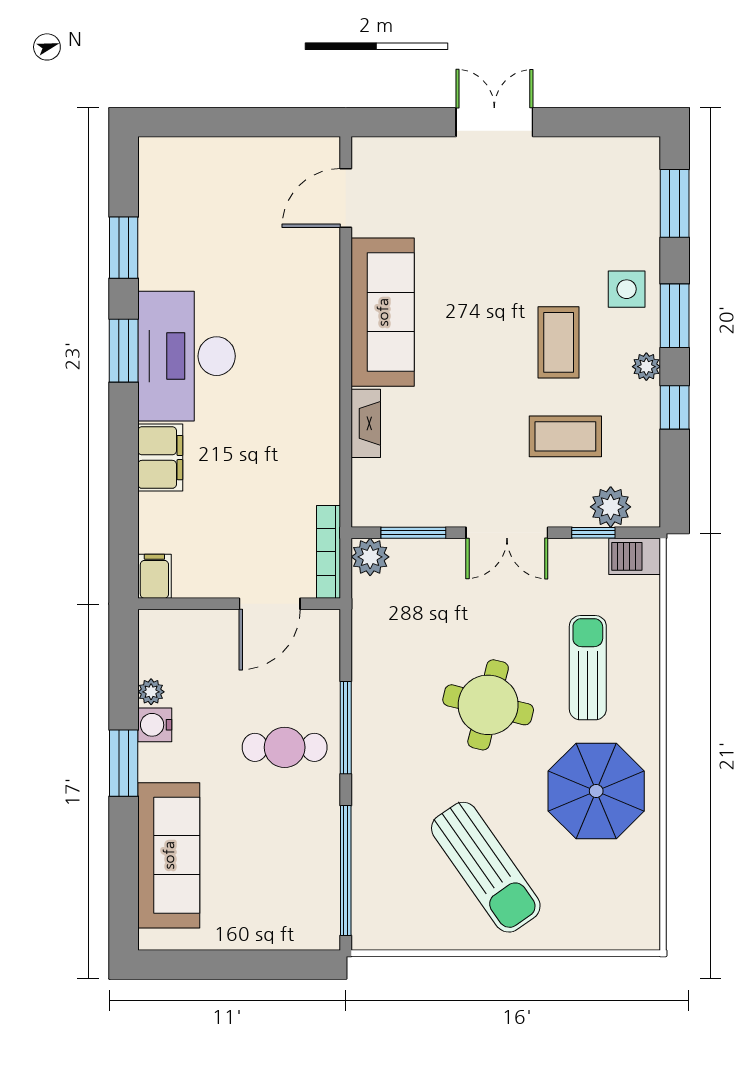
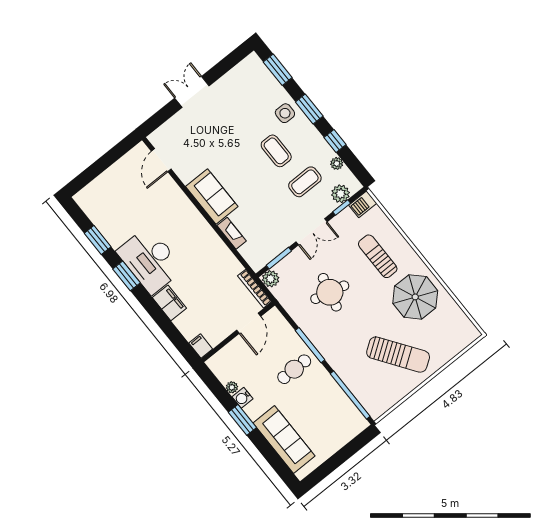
sofa: (383, 312) -> (212, 197), width x0.73
plant: (646, 367) -> (337, 163), moved
round table: (488, 705) -> (330, 292), moved

